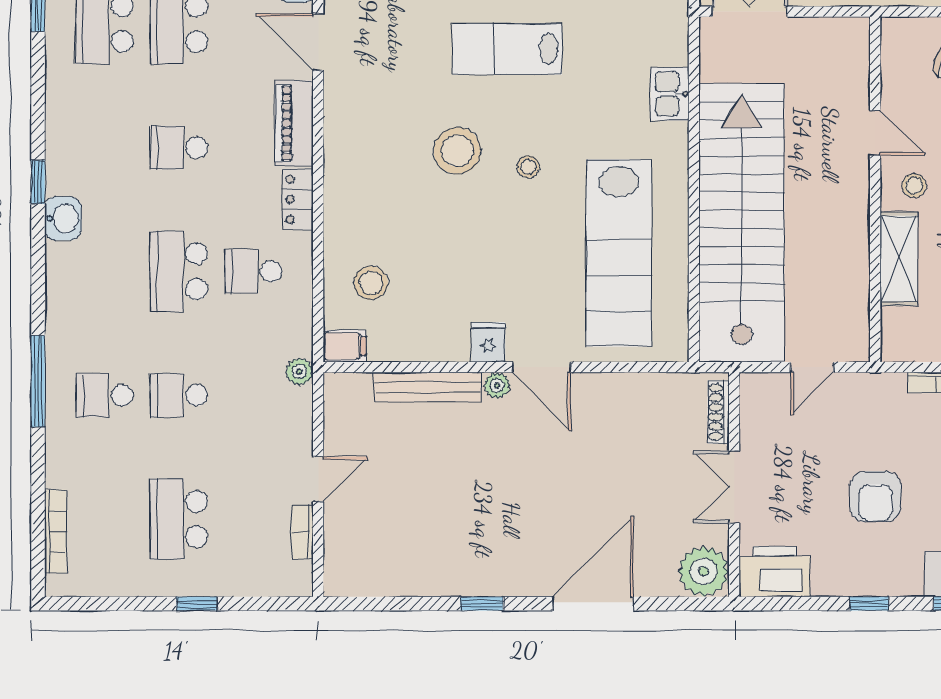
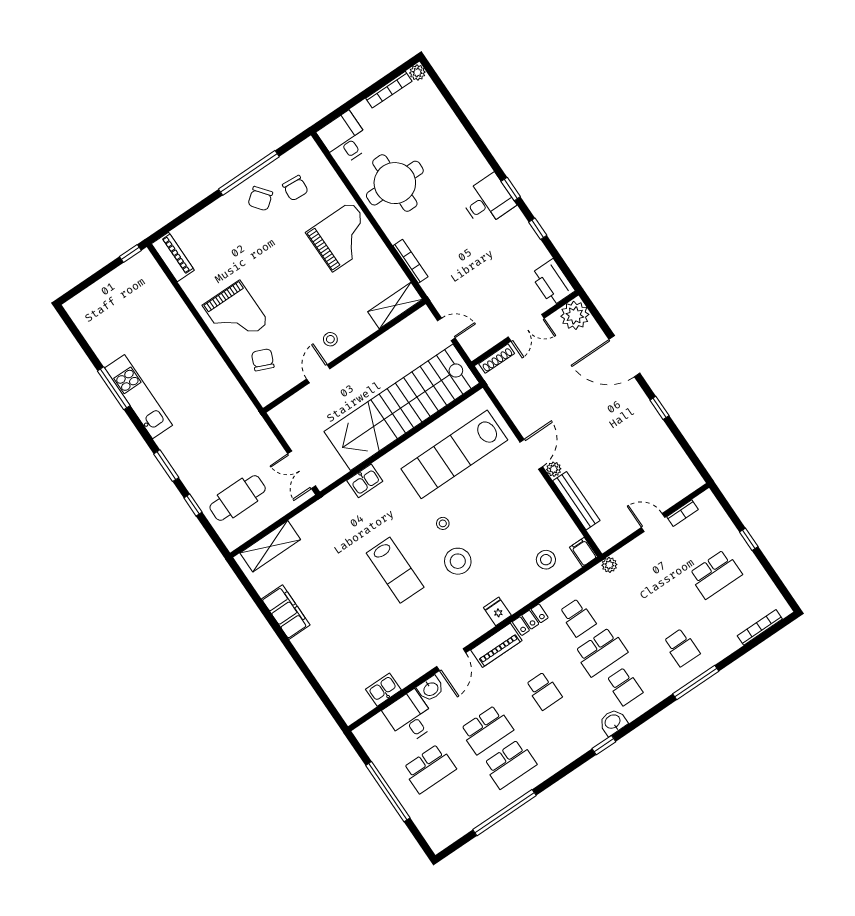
lab bench: (619, 253) -> (454, 454), turned 180
shelving: (899, 259) -> (395, 306), moved
fridge: (488, 342) -> (497, 611), moved, turned 90
school desk: (179, 395) -> (624, 686), moved
armchair: (875, 497) -> (486, 259), removed

